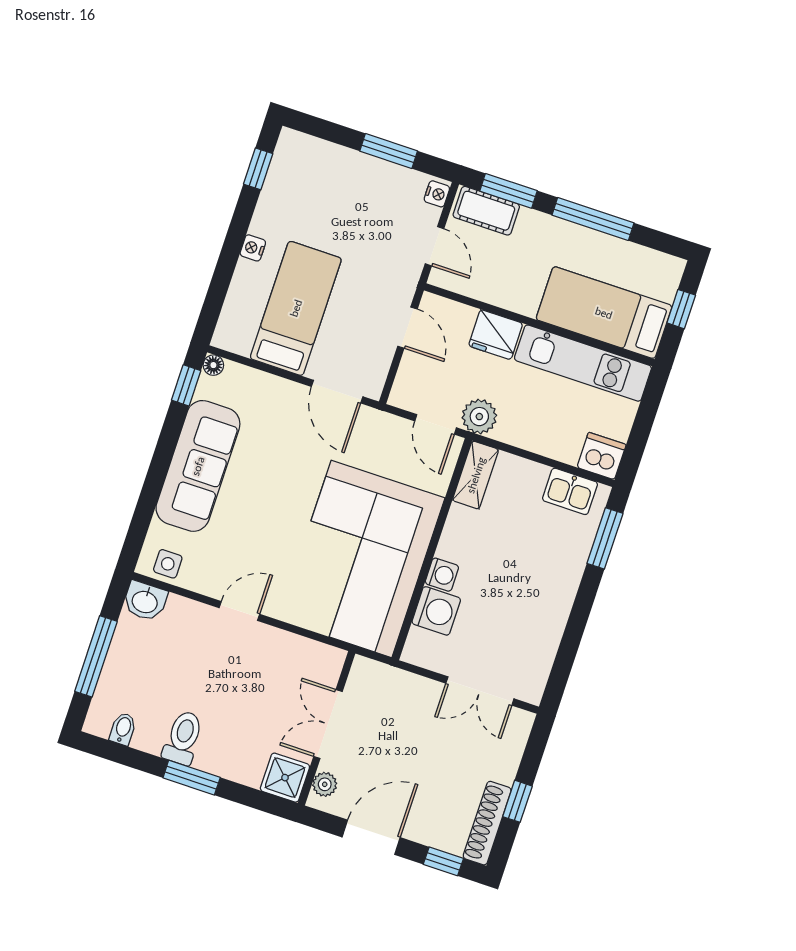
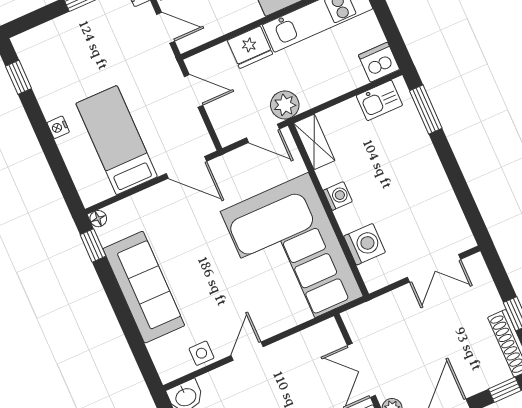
side table: (168, 564) -> (201, 353), moved
washing machine: (442, 575) -> (338, 196), moved

